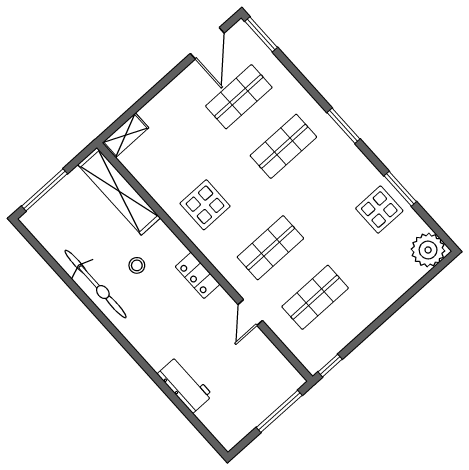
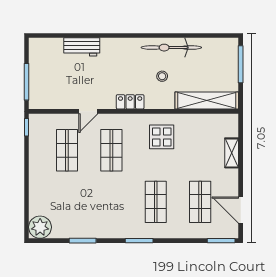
shelving: (125, 135) -> (232, 153), moved
display table: (379, 210) -> (82, 221), removed
door: (250, 312) -> (88, 111), swing flipped

